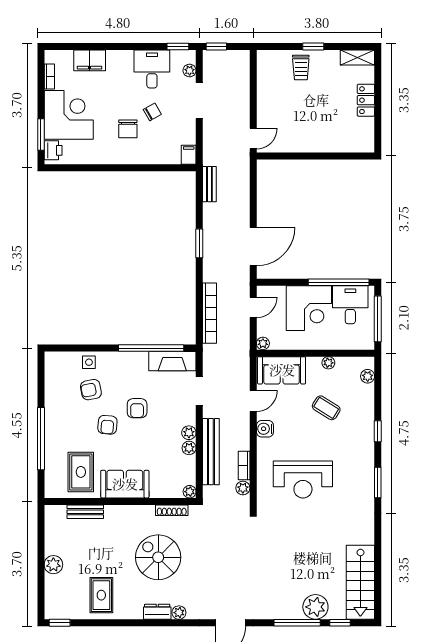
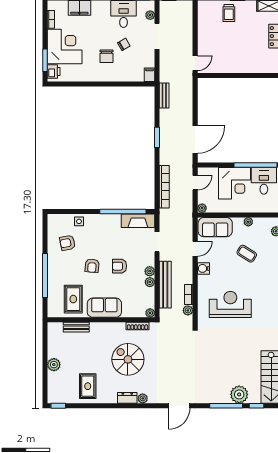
armchair: (91, 390) -> (67, 243), moved
armchair: (137, 408) -> (119, 266), moved, turned 90
reception desk: (303, 480) -> (230, 304), turned 180

